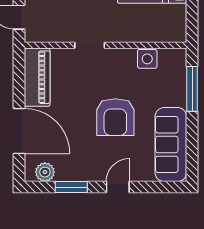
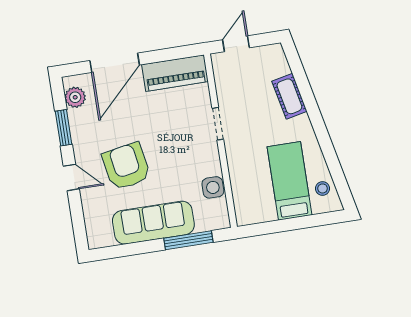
armchair: (115, 117) -> (126, 166), moved, turned 80
sofa: (171, 145) -> (153, 223), moved

